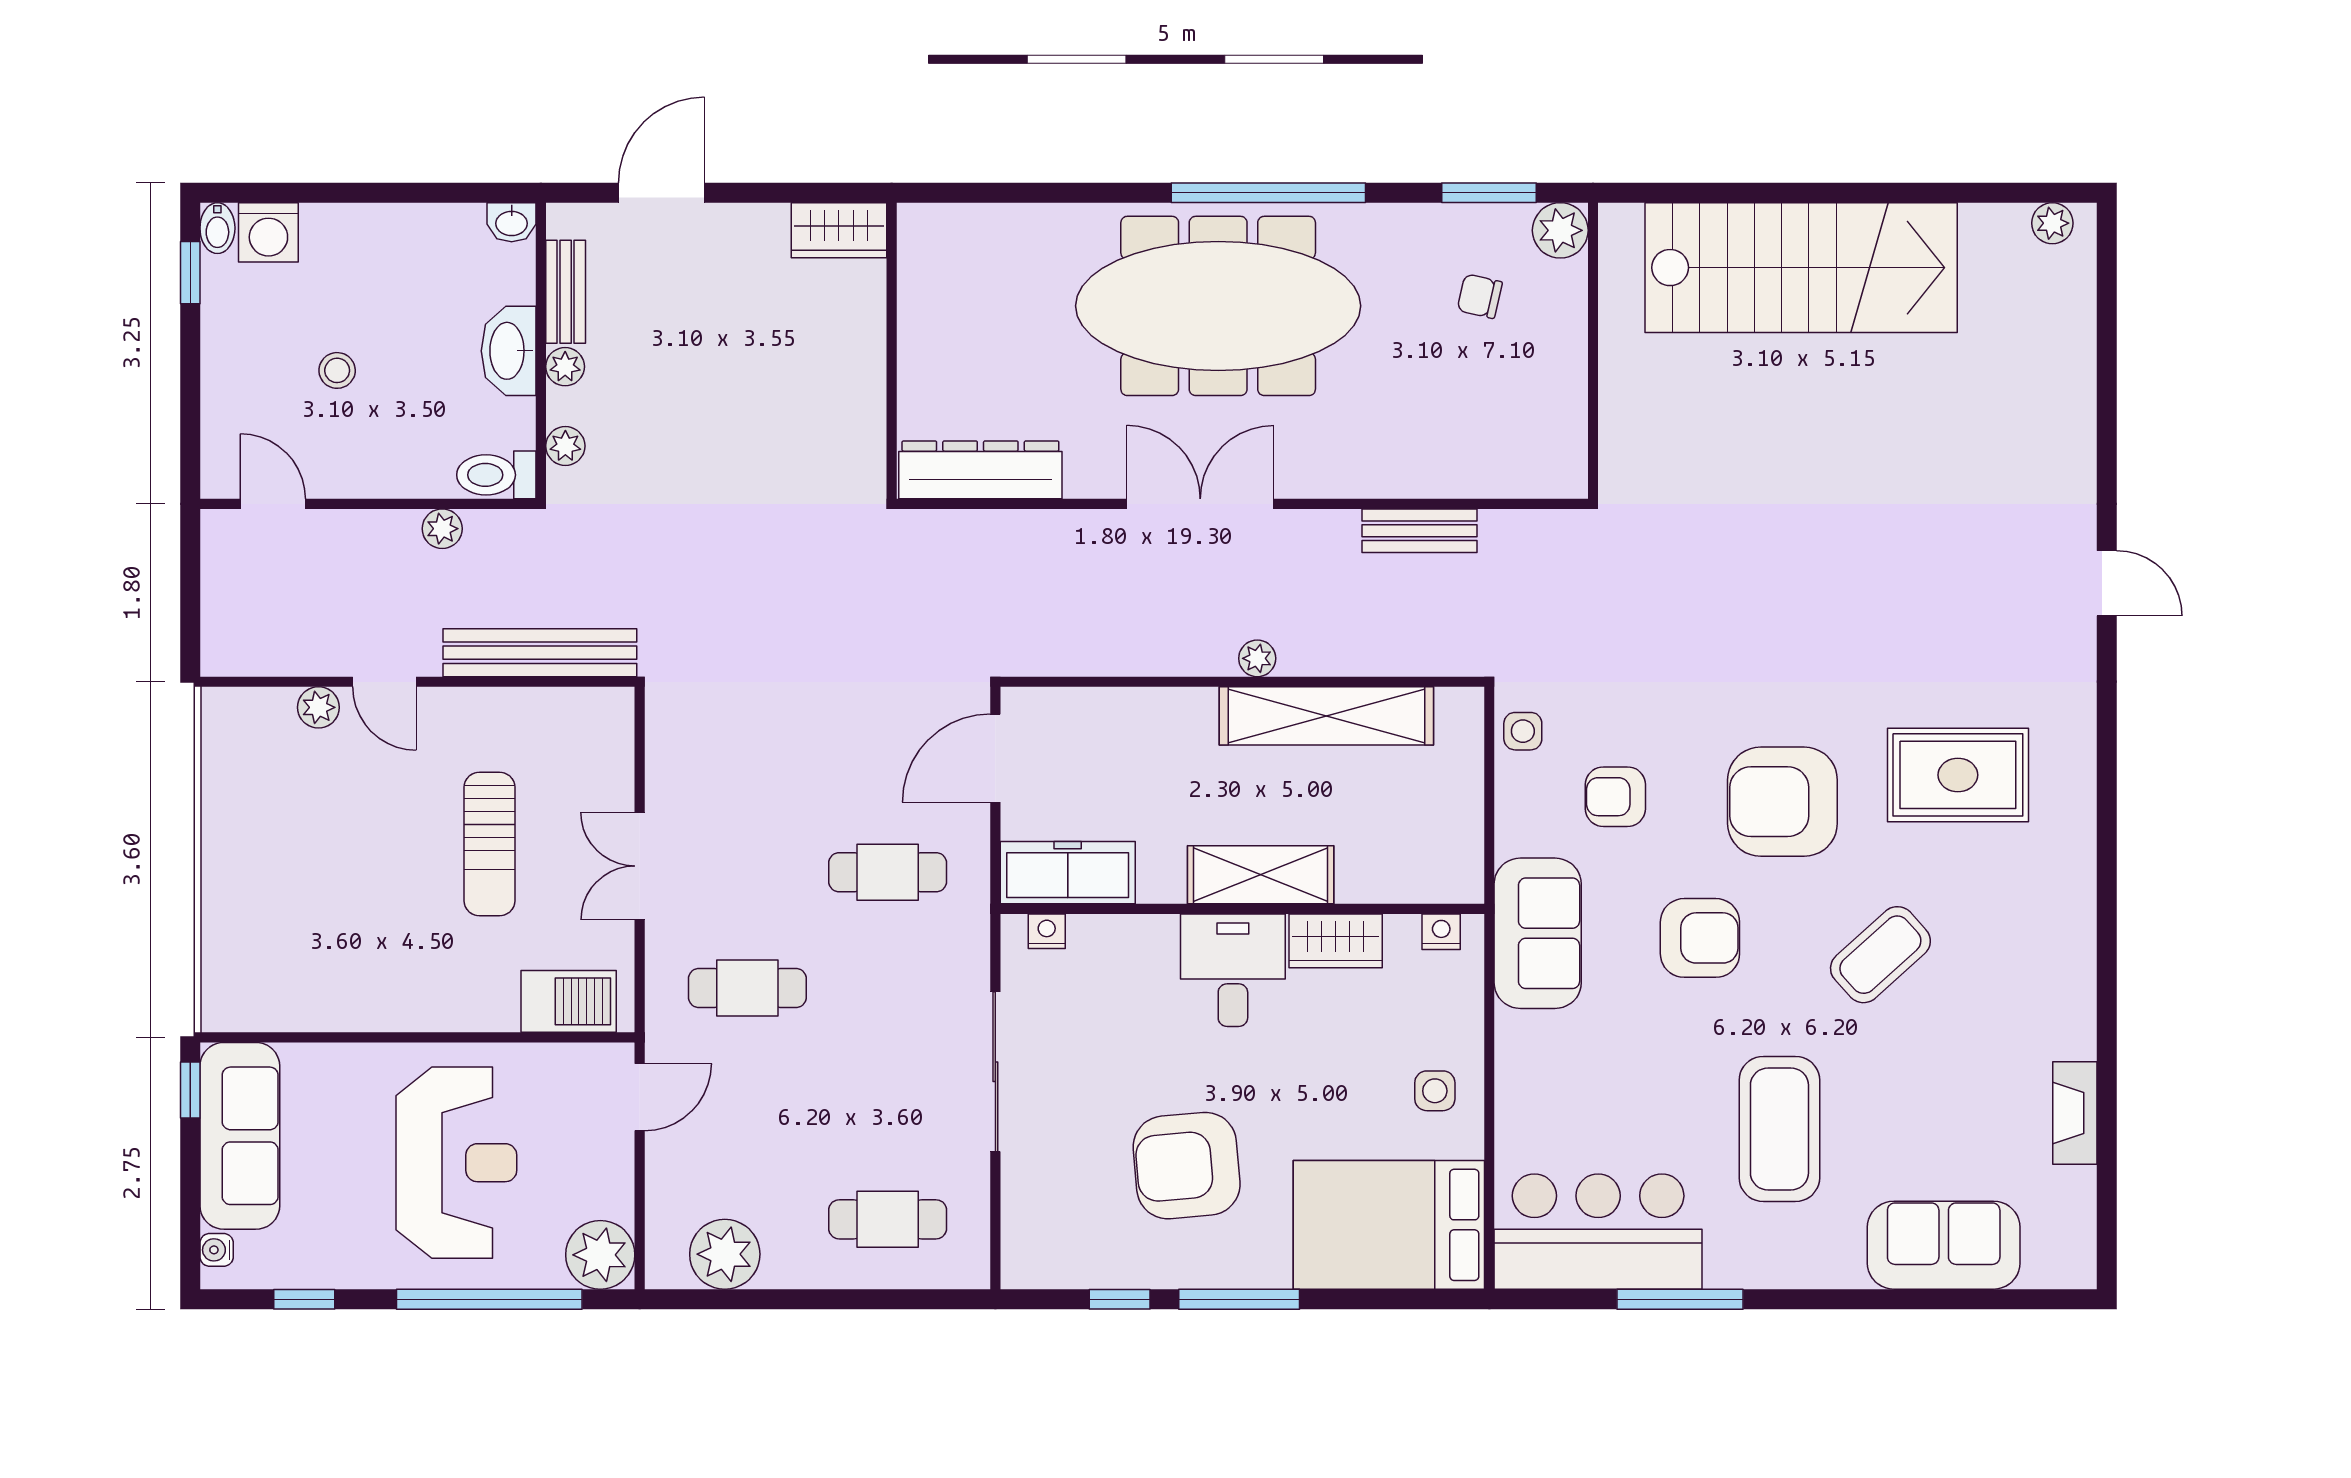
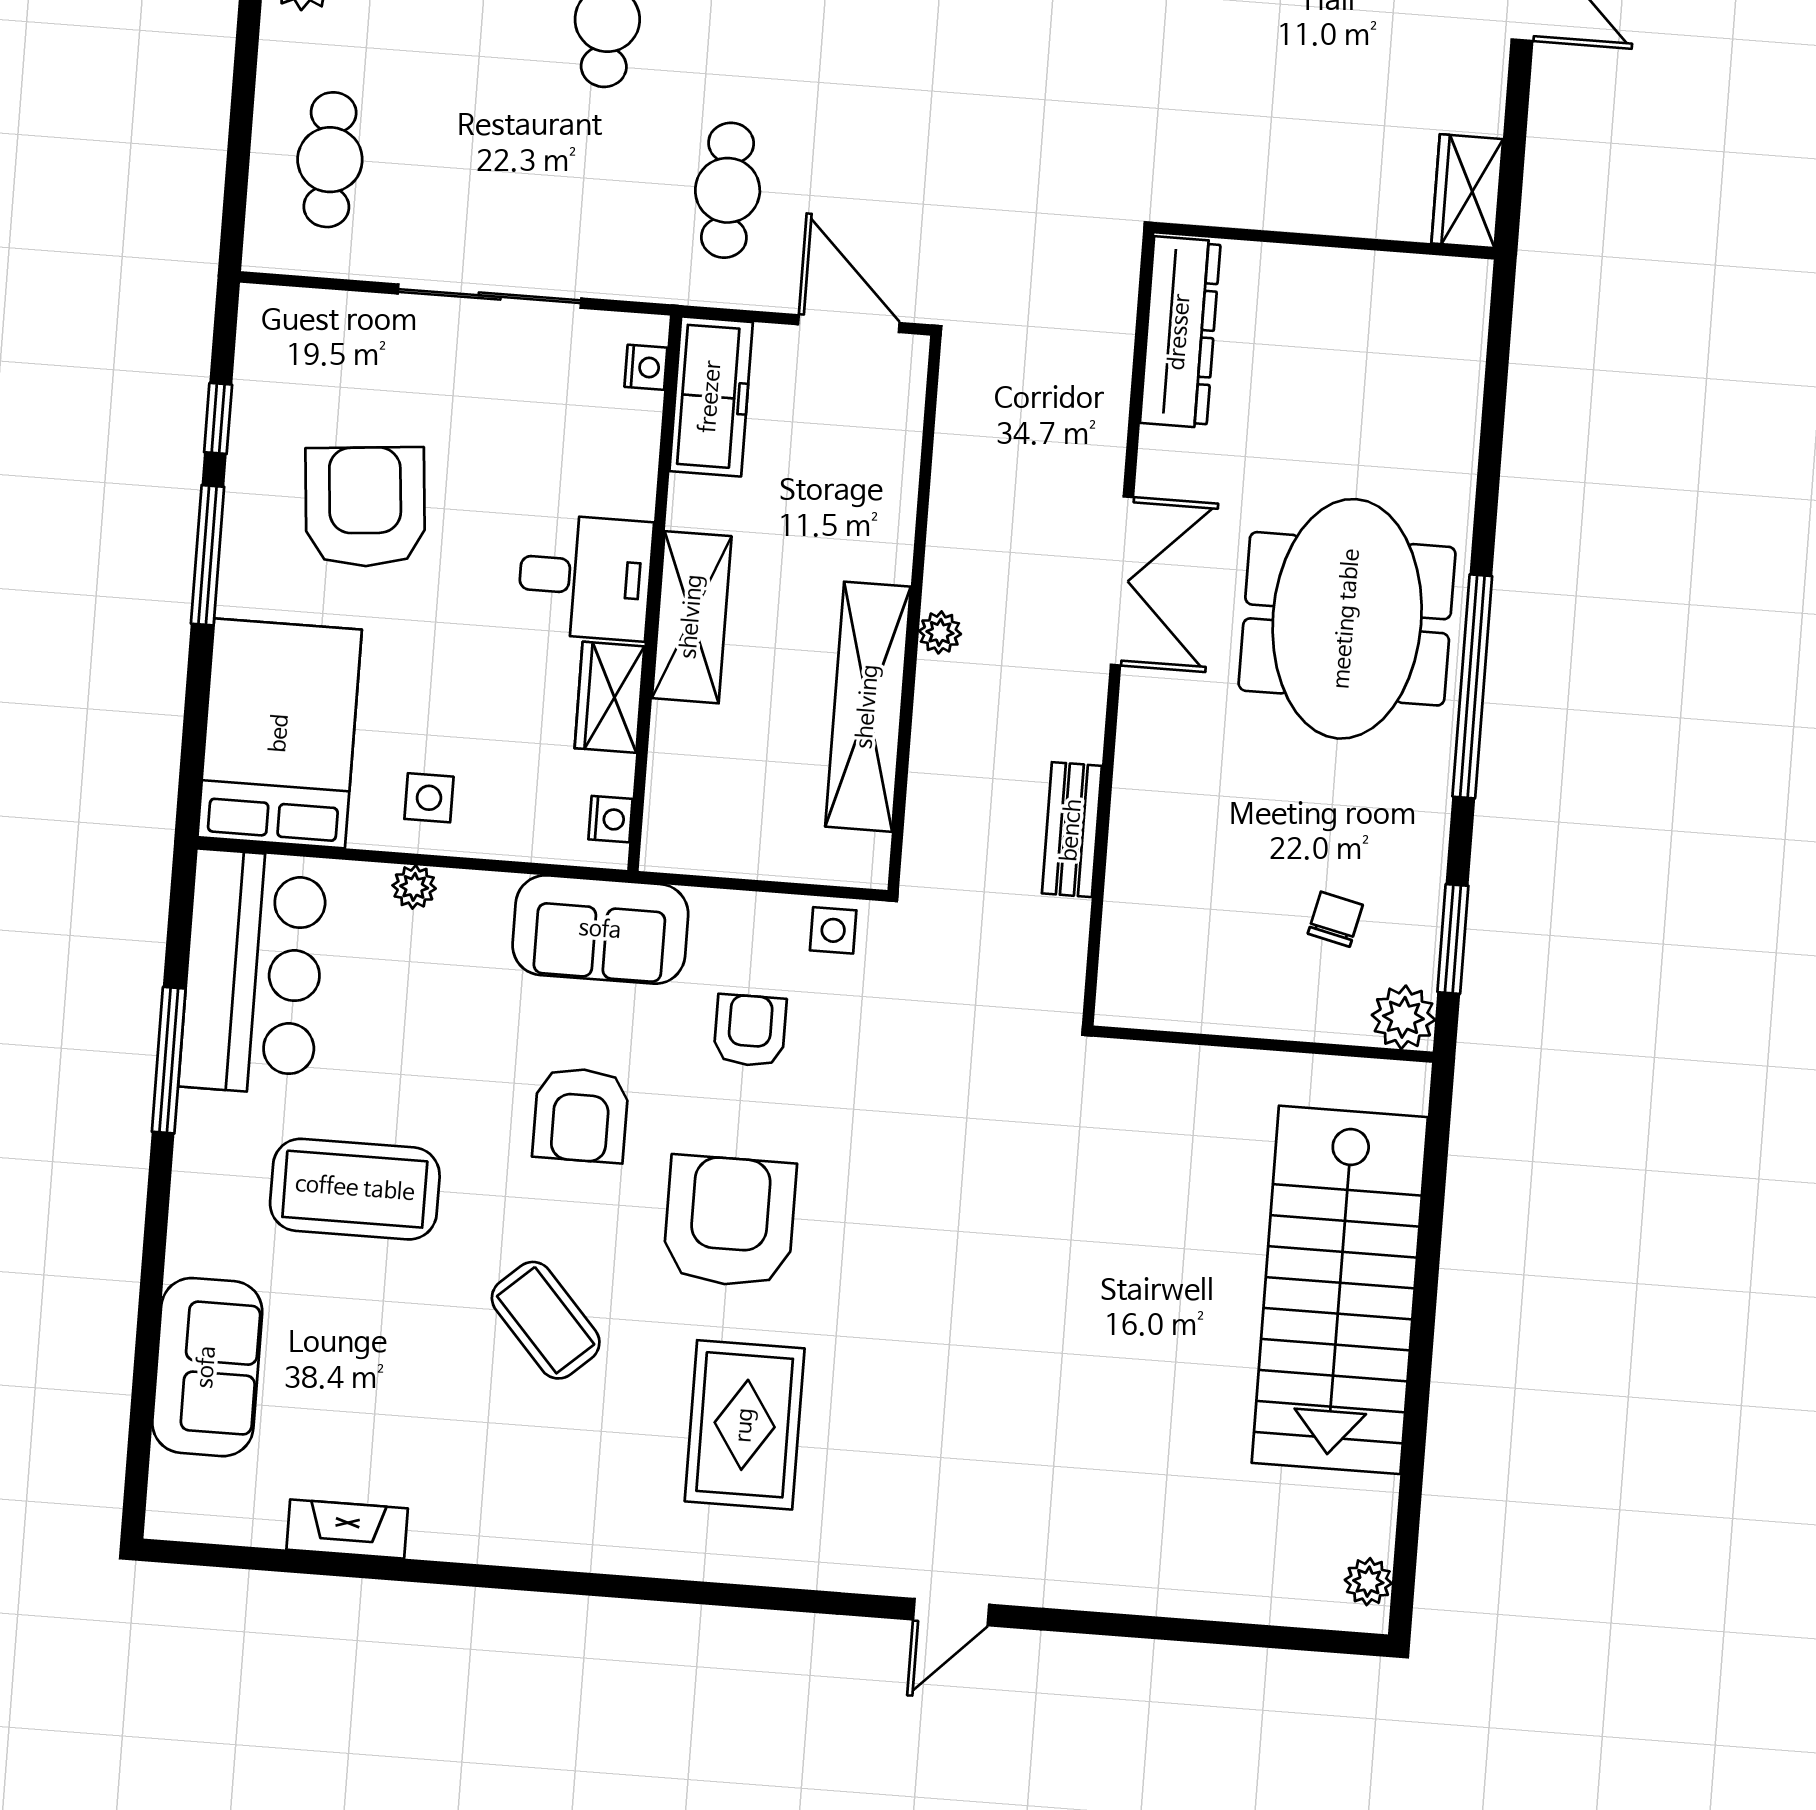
meeting table: (1218, 306) -> (1347, 619), width x0.73
plant: (1513, 1098) -> (414, 887), added

